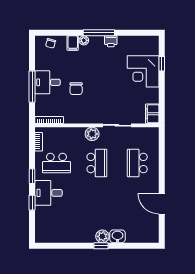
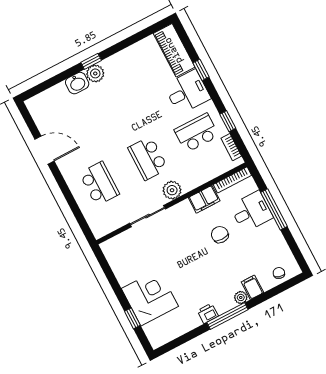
desk: (48, 82) -> (251, 212), moved
filing cabinet: (152, 114) -> (204, 199), moved, turned 90
window: (32, 176) -> (228, 121), moved
piano: (43, 225) -> (174, 50), added

